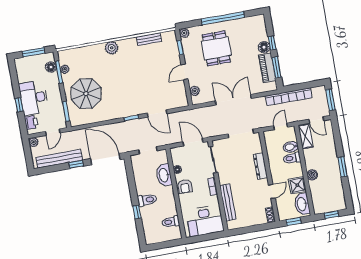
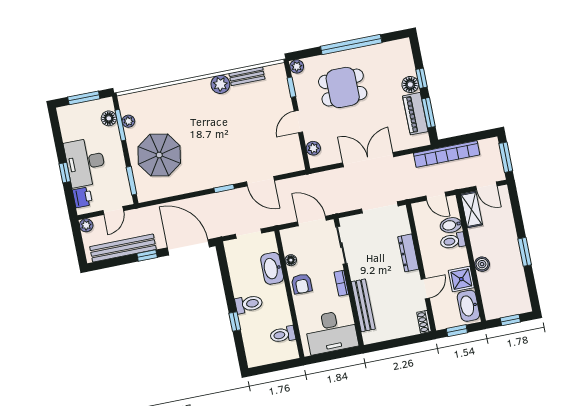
plant: (112, 48) -> (220, 84), moved
dining table: (216, 48) -> (343, 87), turned 90
door: (281, 126) -> (436, 196), swing flipped

